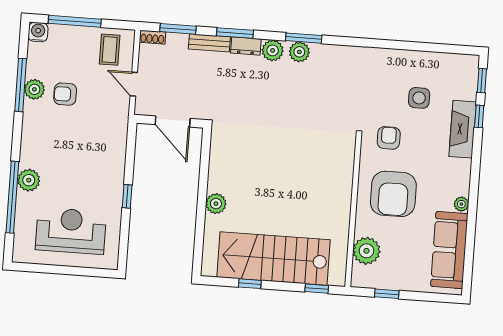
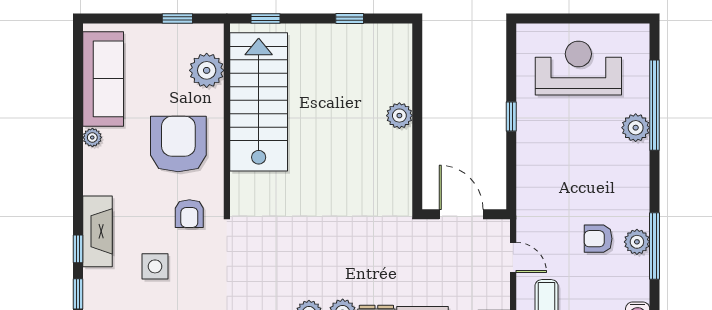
armchair: (65, 94) -> (598, 239), turned 180
reception desk: (71, 231) -> (578, 68), turned 180
stairs: (274, 258) -> (259, 102), moved, turned -90

